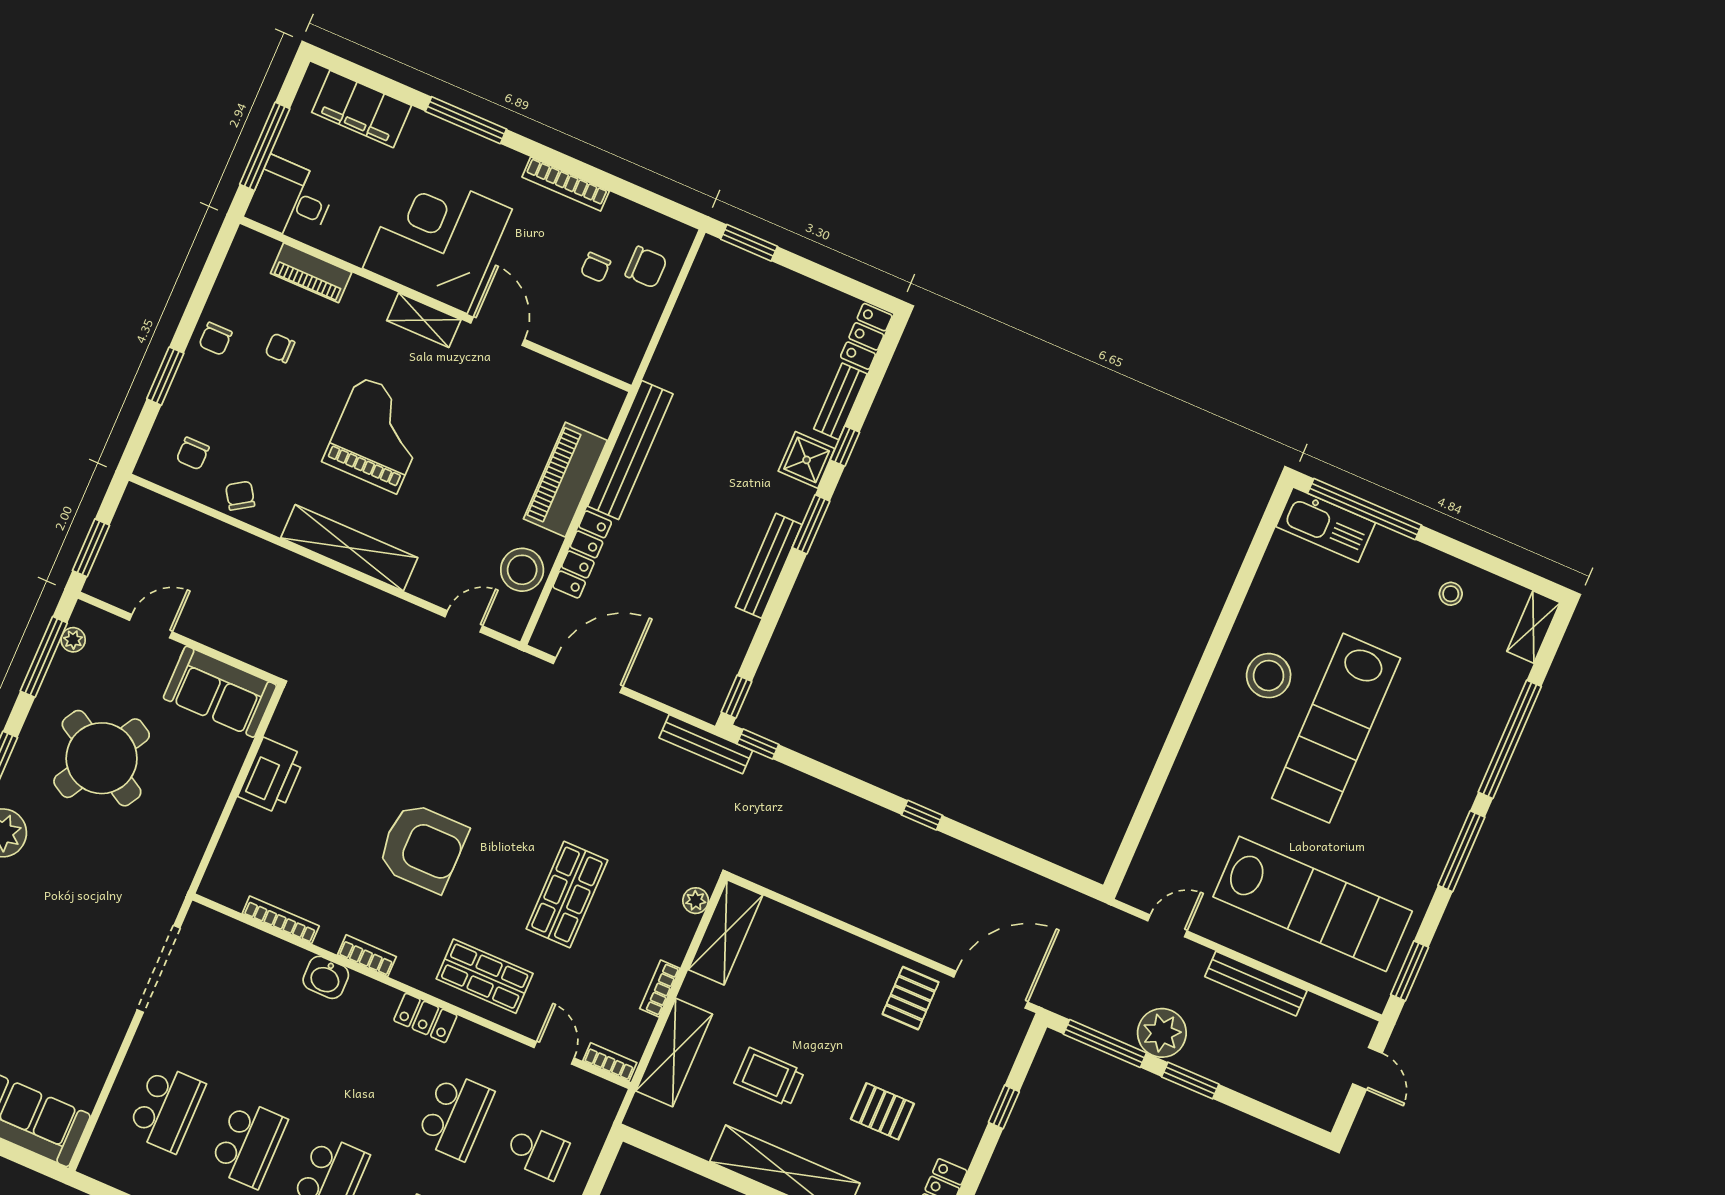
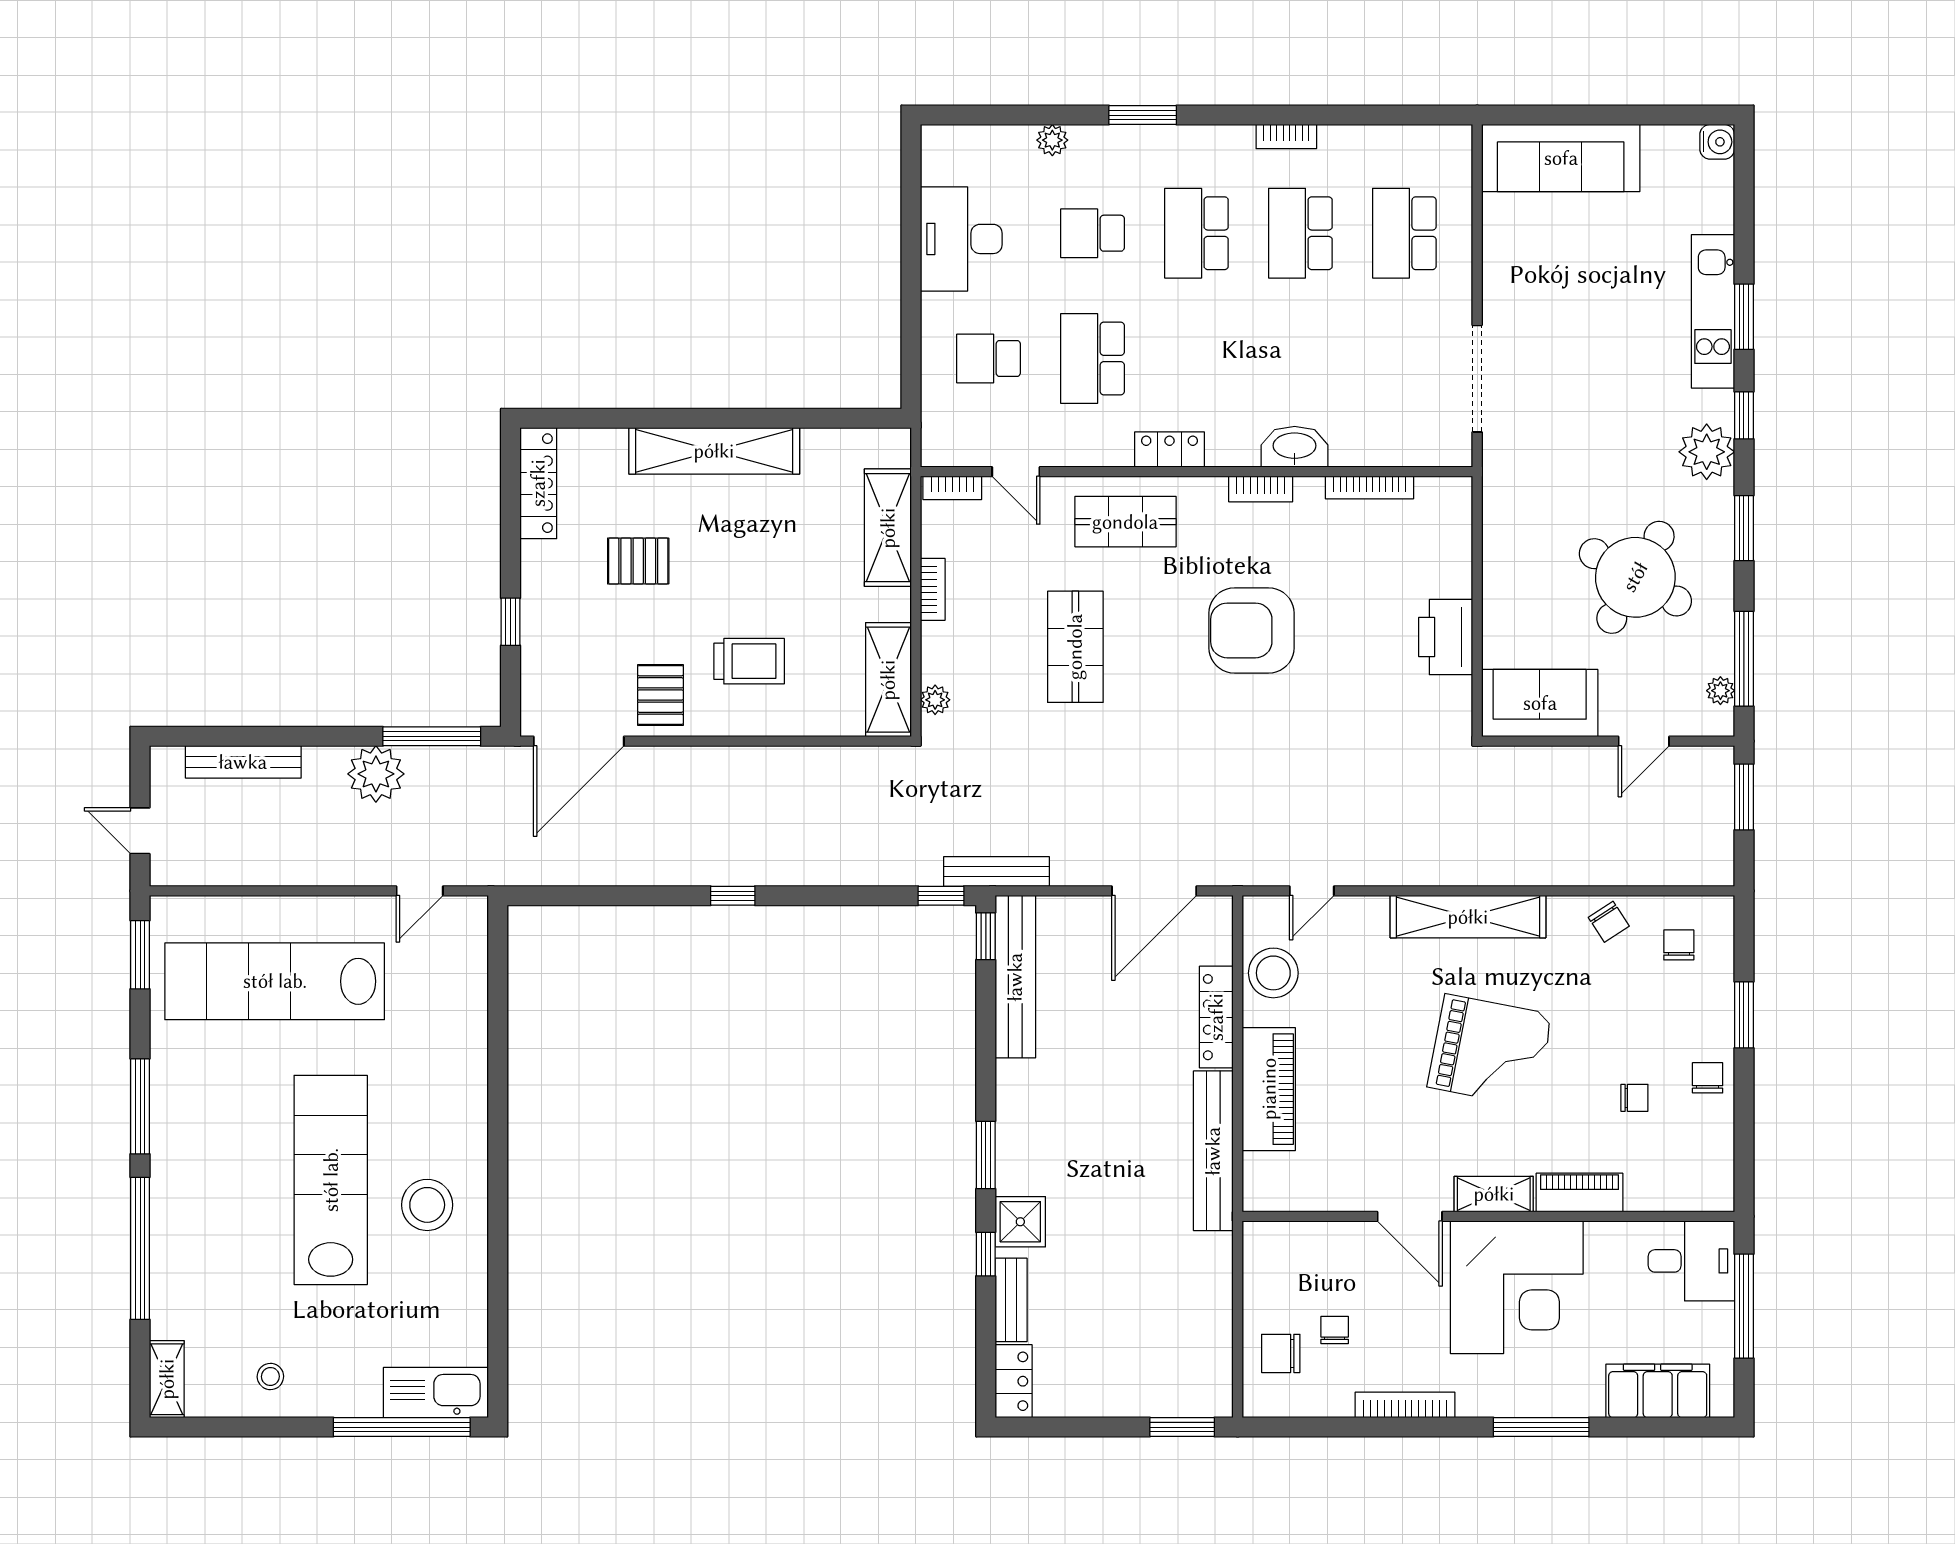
piano: (311, 273) -> (1580, 1193), moved
grand piano: (378, 435) -> (1490, 1051), turned -79
bench: (769, 566) -> (1015, 977), moved, width x1.37, depth x1.21
washbasin: (326, 977) -> (1295, 447), width x1.38
bench: (1256, 984) -> (243, 762), moved
trolley: (769, 1077) -> (749, 661), moved
window: (1190, 1080) -> (324, 736), removed

